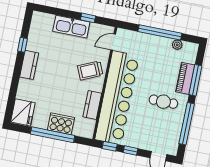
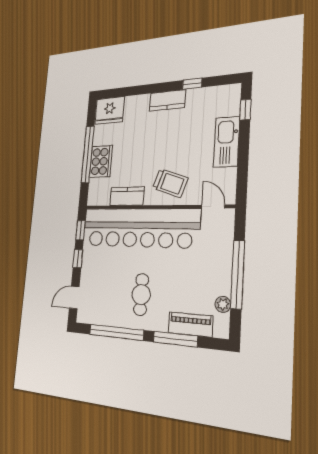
window: (88, 18) -> (245, 110), moved
trolley: (90, 70) -> (170, 183), turned 133
piano: (185, 78) -> (190, 324), moved

